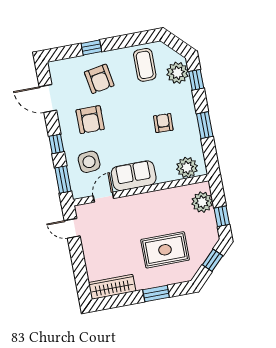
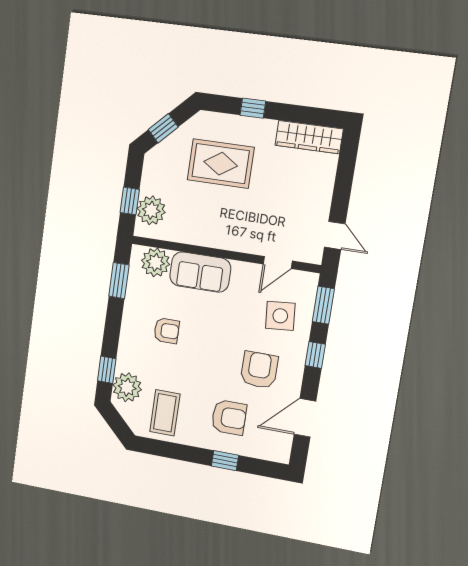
armchair: (99, 79) -> (229, 417), turned 100
door: (48, 98) -> (305, 418), swing flipped
armchair: (163, 123) -> (166, 331), turned -92
window: (205, 125) -> (119, 281), moved
sofa: (134, 176) -> (200, 272), moved
window: (222, 216) -> (130, 201), moved
window: (156, 294) -> (253, 108), width x0.67

